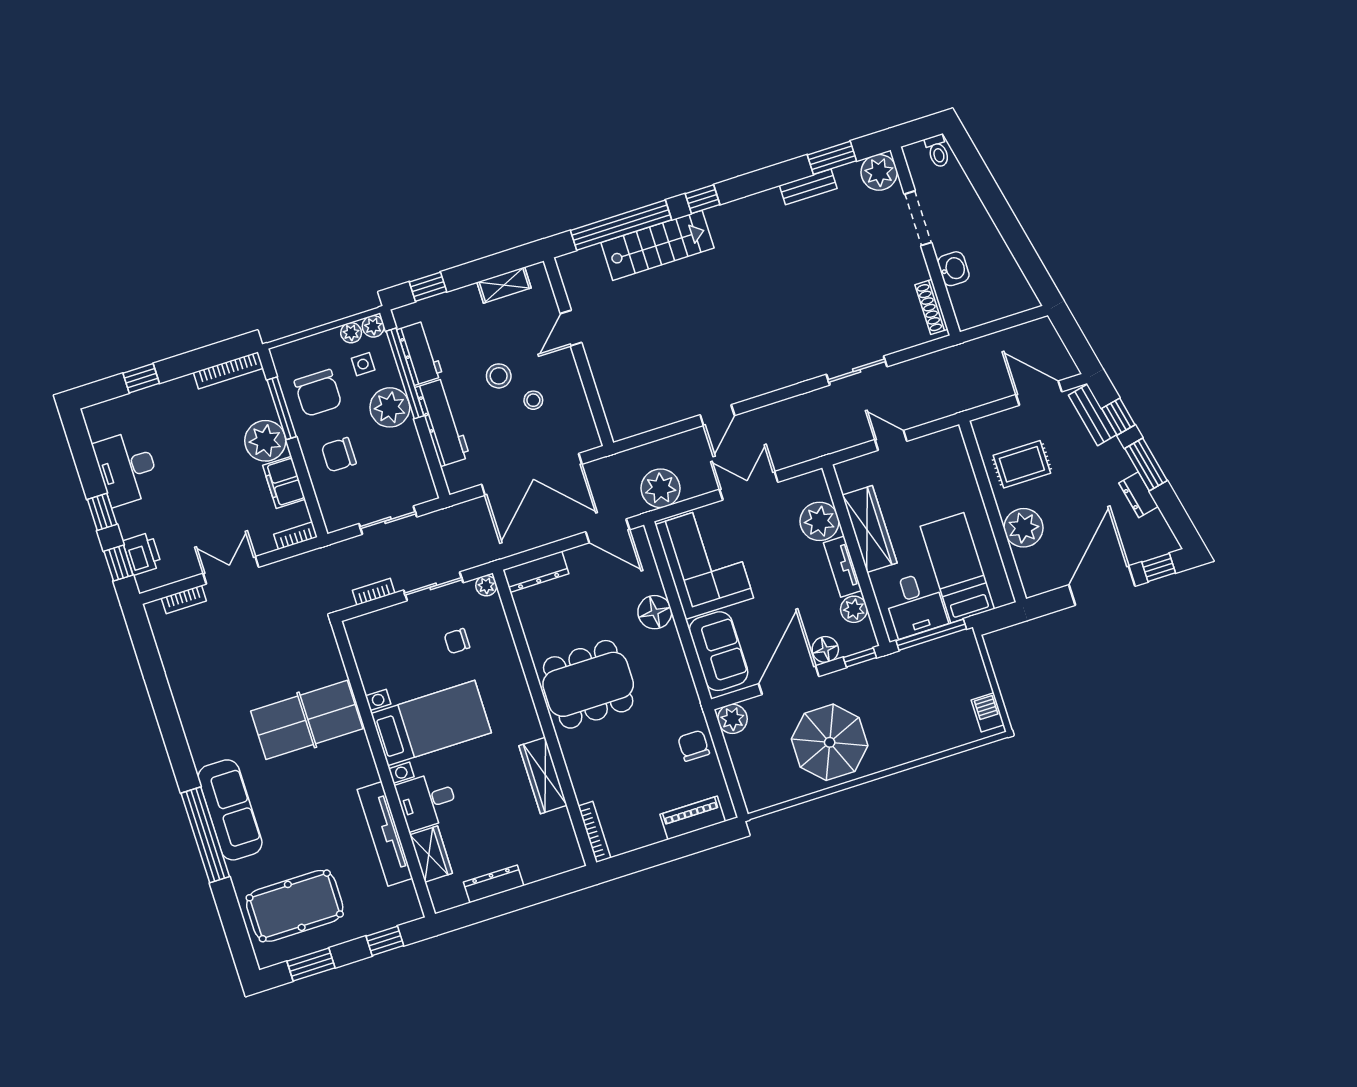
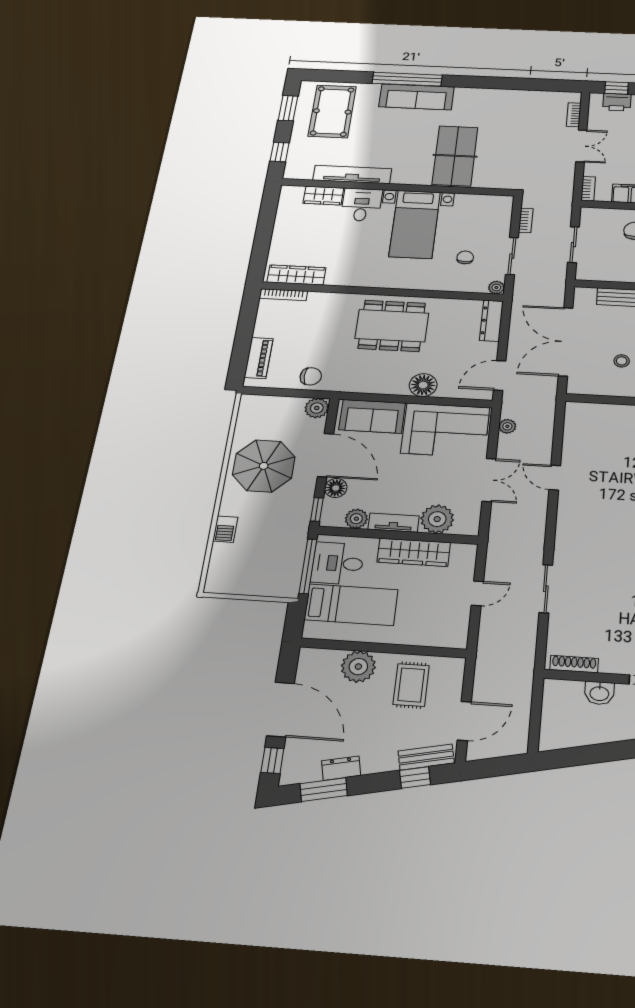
window: (1146, 464) -> (324, 790), moved
plant: (660, 488) -> (507, 426), width x0.53, depth x0.53
dining table: (588, 684) -> (392, 326), turned 90
barbecue: (988, 712) -> (225, 529), moved, turned 90
wardrobe: (543, 776) -> (296, 275), moved
dresser: (494, 884) -> (282, 224), removed

